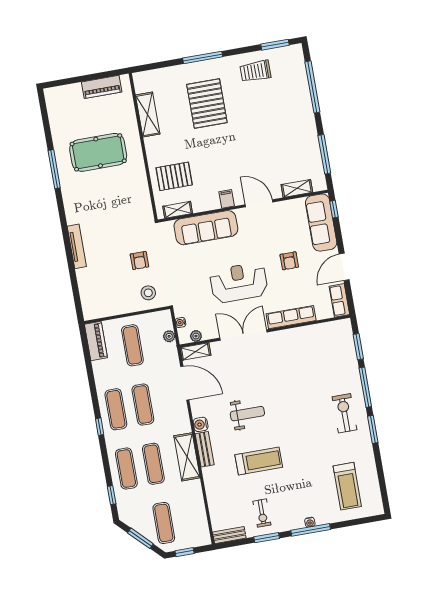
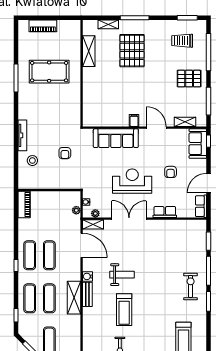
trolley: (255, 71) -> (182, 41), moved
piano: (102, 87) -> (43, 26), moved
pallet: (174, 176) -> (189, 79), moved
shelving: (178, 210) -> (108, 24), moved
sofa: (321, 223) -> (198, 144), width x0.73
stool: (148, 293) -> (32, 161), moved
row of seats: (291, 317) -> (165, 212), width x0.68
exercise mat: (132, 345) -> (49, 212), removed
treadmill: (259, 461) -> (124, 310), turned 90

